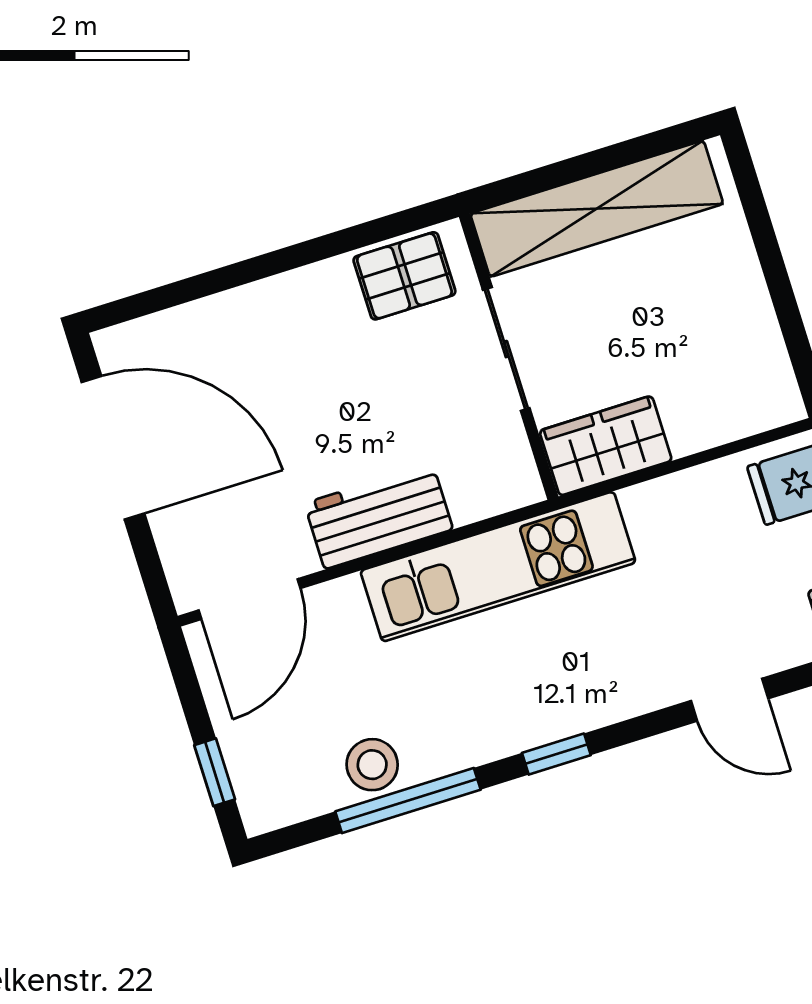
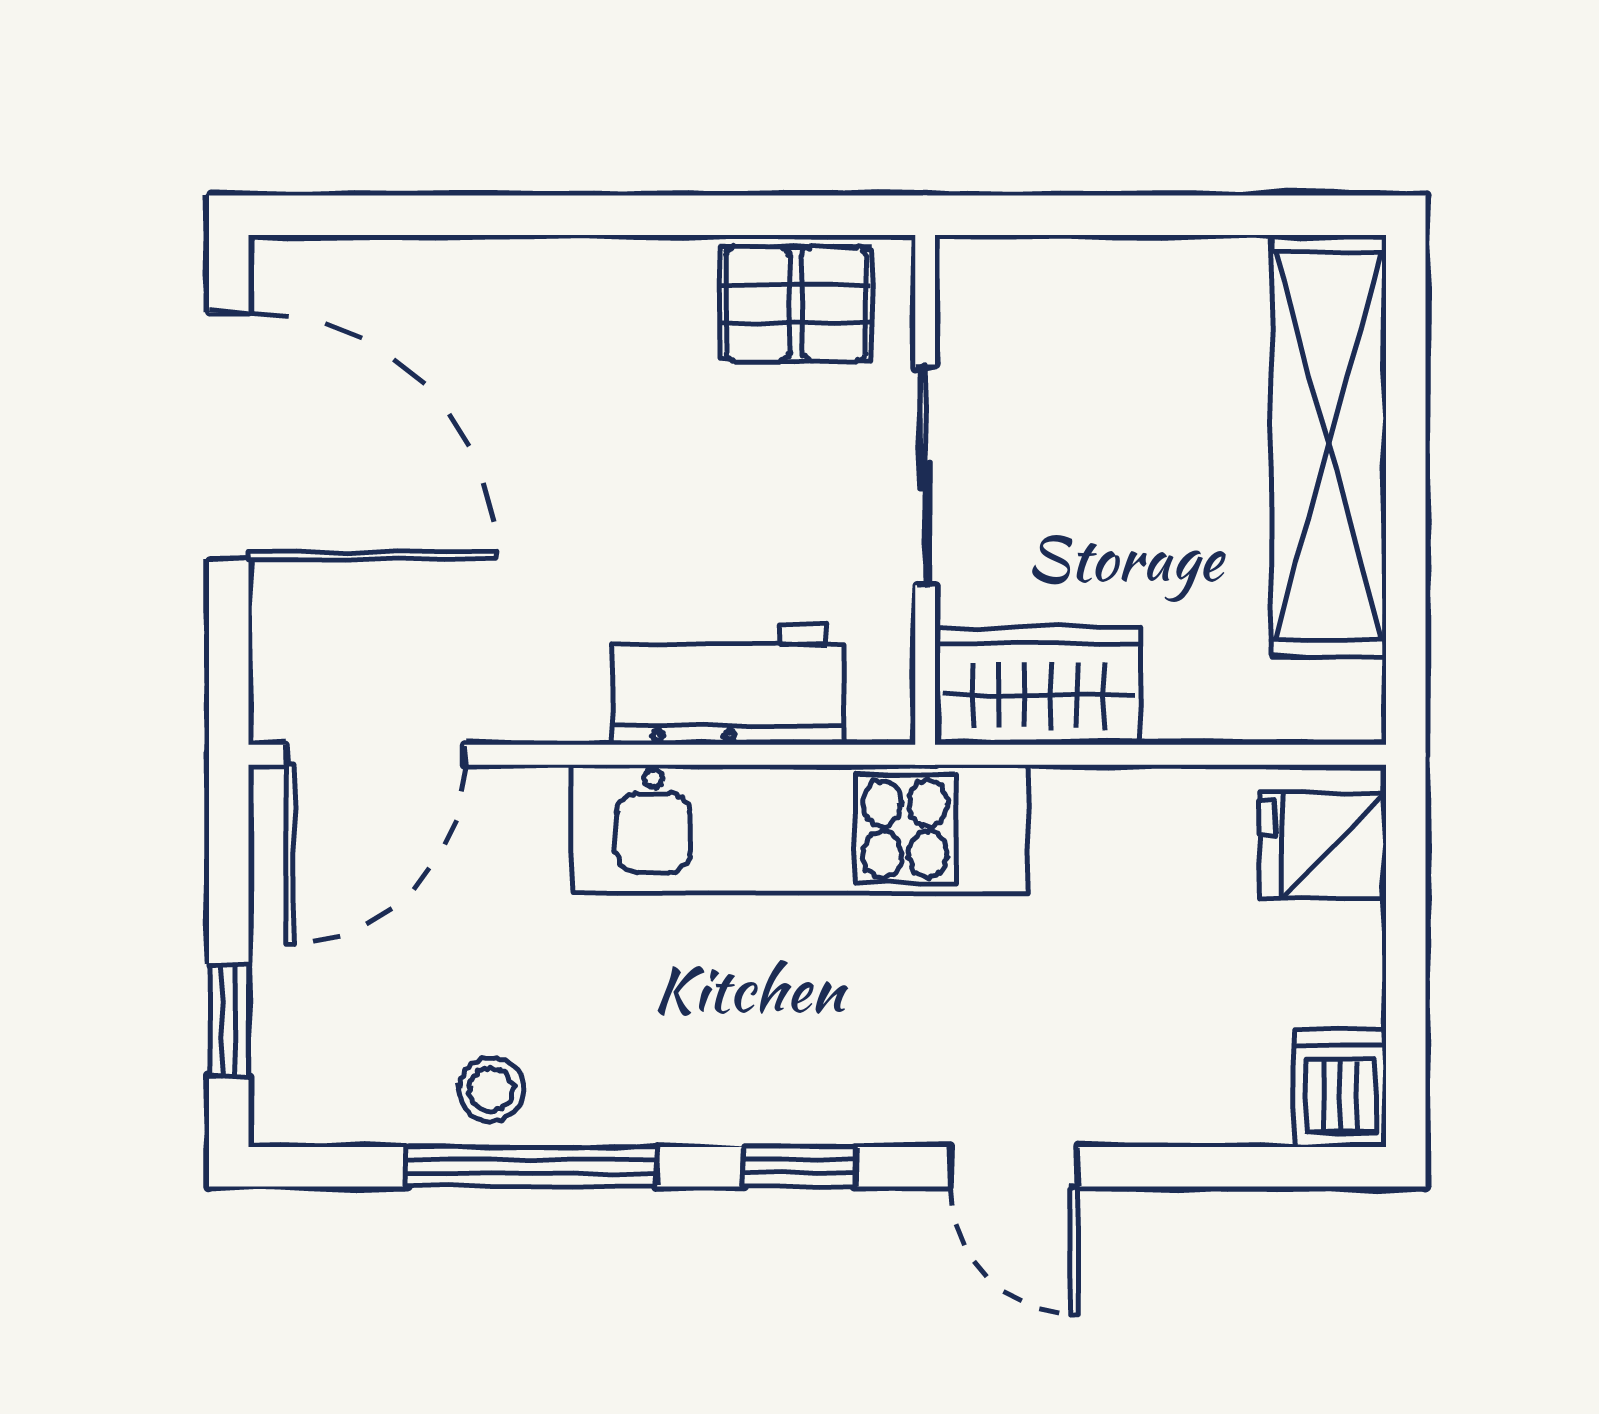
shelving: (597, 209) -> (1329, 446), moved, turned 90
workbench: (379, 516) -> (728, 685), moved
door: (730, 700) -> (1014, 1167), moved
stool: (372, 765) -> (491, 1089), width x0.73, depth x0.73

